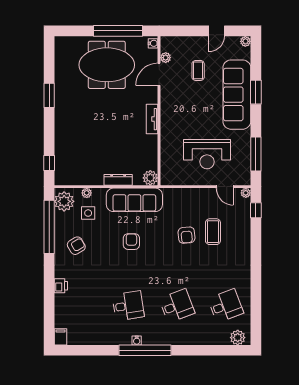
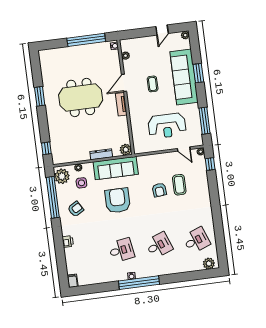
meeting table: (107, 65) -> (81, 97), moved
coffee table: (198, 70) -> (153, 84), moved
door: (159, 74) -> (124, 83), moved
armchair: (131, 242) -> (118, 200), width x1.88, depth x1.88

